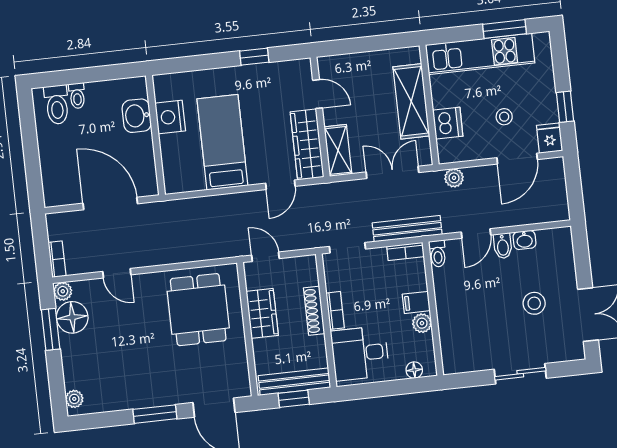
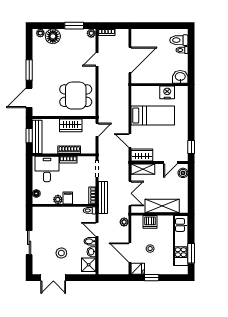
window: (254, 57) -> (191, 147), moved
boiler: (337, 65) -> (183, 173), added
washbasin: (137, 116) -> (180, 77), moved
wardrobe: (307, 144) -> (142, 155), width x0.67
shower: (553, 243) -> (89, 265), added
floor lamp: (72, 317) -> (53, 36), moved

